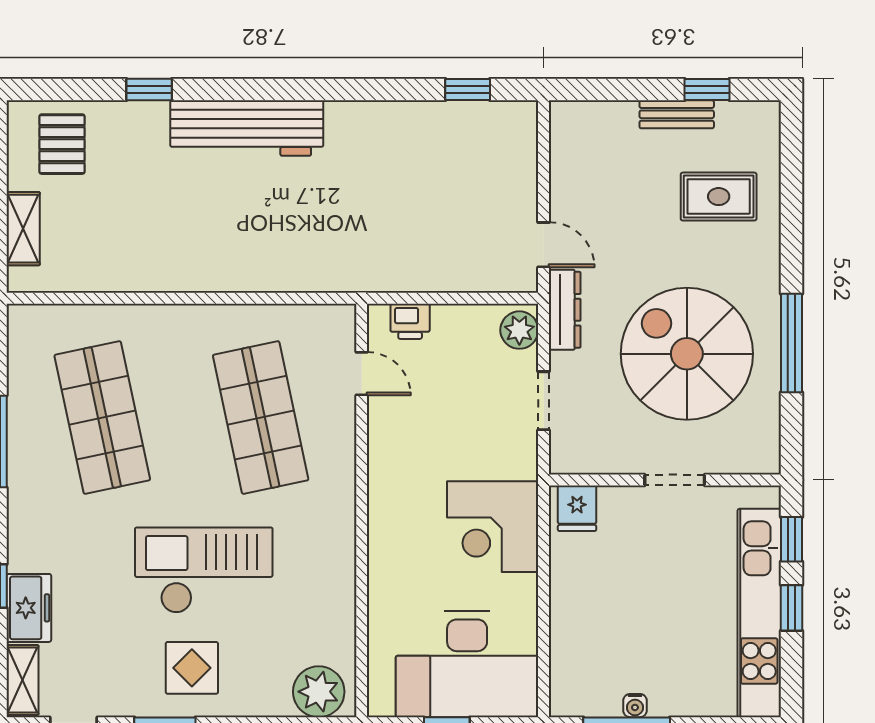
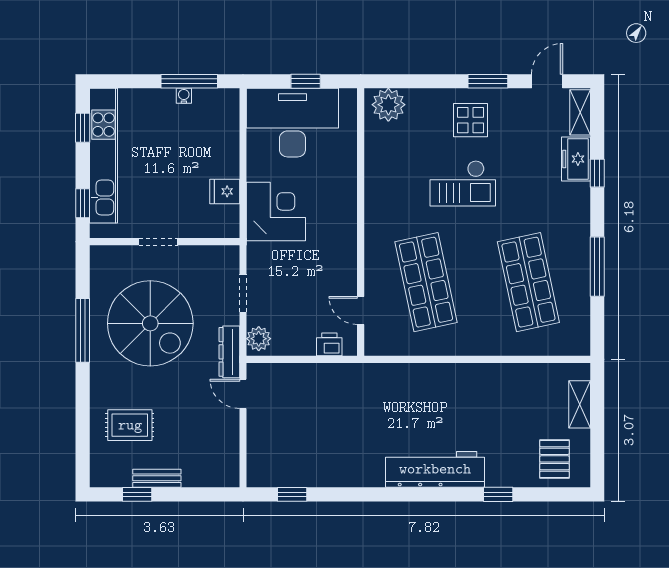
fridge: (577, 508) -> (225, 191), moved, turned -90
checkout: (204, 570) -> (463, 183), width x0.73, depth x0.83
window: (791, 608) -> (83, 128), moved

